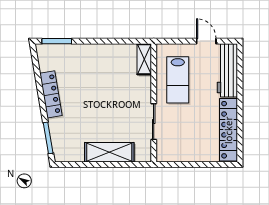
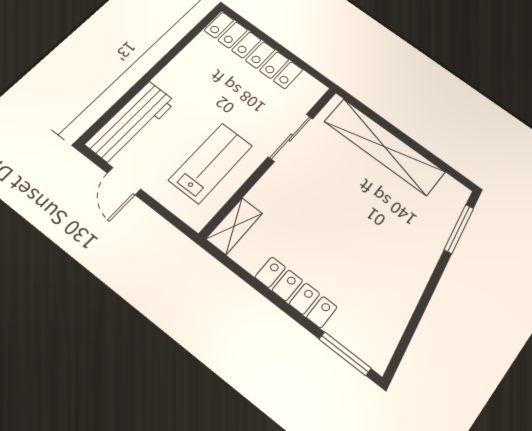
locker: (51, 94) -> (296, 292), moved, turned 100
locker: (229, 130) -> (253, 50), moved, turned 90
shelving: (109, 152) -> (384, 147), width x1.47

